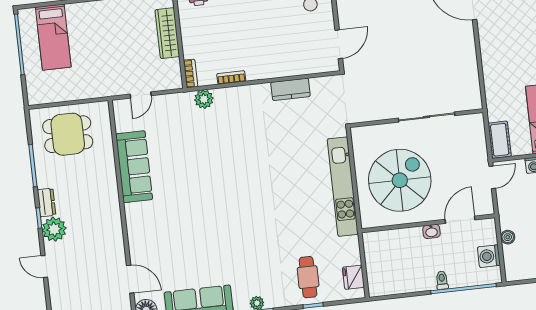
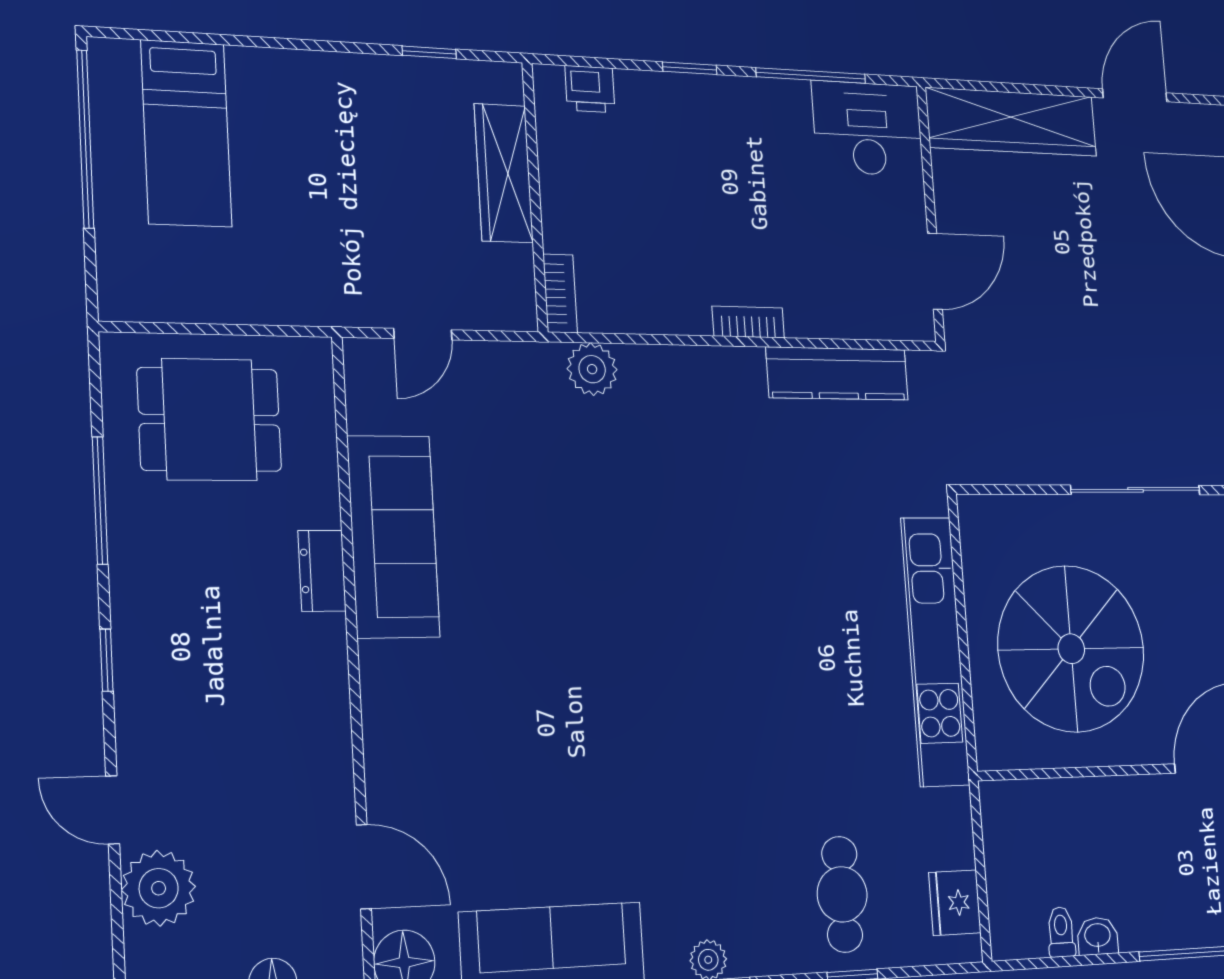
bookcase: (231, 77) -> (748, 322), moved
kitchen counter: (290, 89) -> (837, 374), width x1.50
spiral stairs: (400, 180) -> (1071, 649), turned 90
dresser: (47, 202) -> (322, 571), moved, turned 180
plant: (54, 229) -> (159, 888), moved
washbasin: (431, 231) -> (1098, 936), moved, turned 180
toilet: (442, 280) -> (1061, 932), moved

